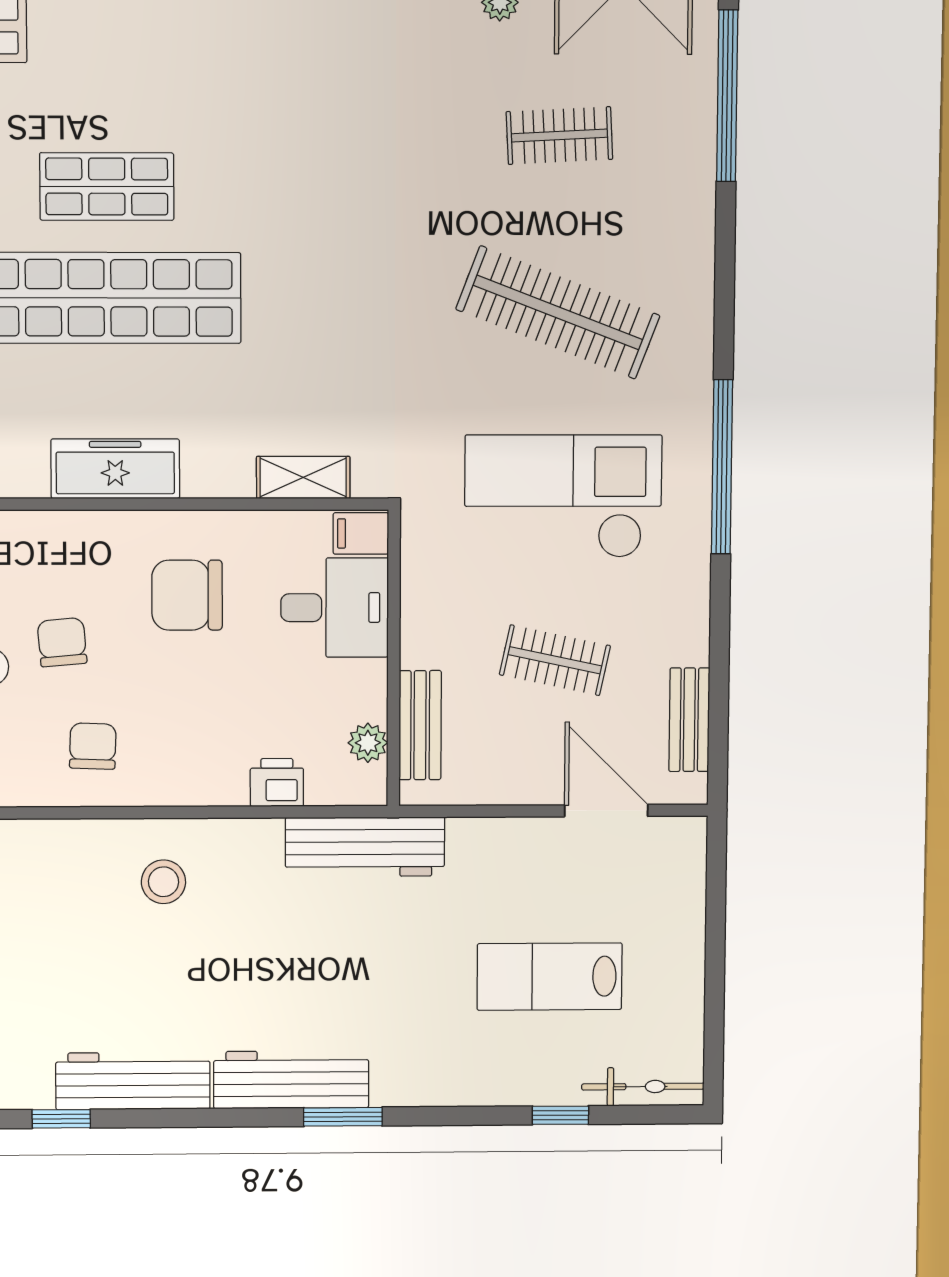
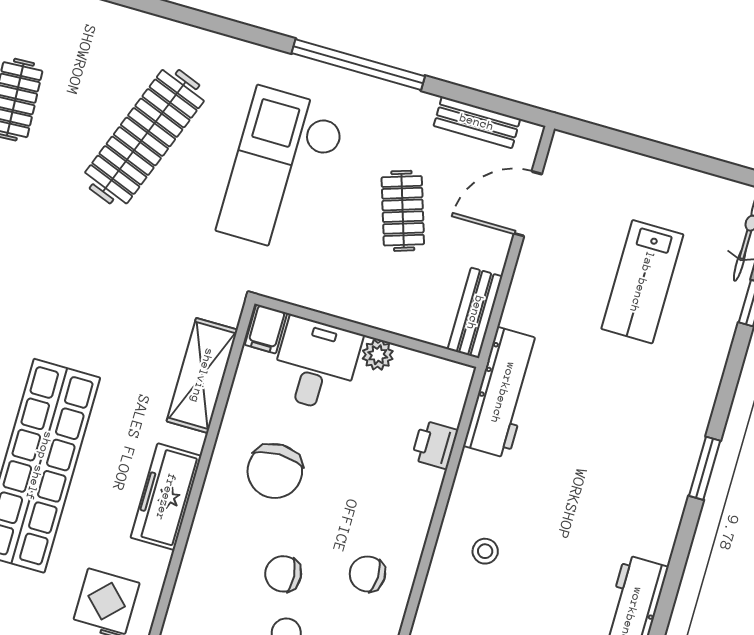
window: (722, 467) -> (358, 65), moved
shelving: (303, 477) -> (202, 376), width x1.50, depth x1.33
clothes rail: (555, 660) -> (403, 211), turned -30
bench: (420, 725) -> (475, 313), moved, turned 90
plant: (368, 743) -> (378, 355), moved
stool: (163, 882) -> (485, 551), width x0.73, depth x0.73
workbench: (291, 1080) -> (664, 499), removed

